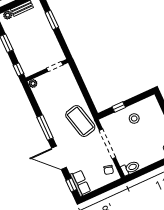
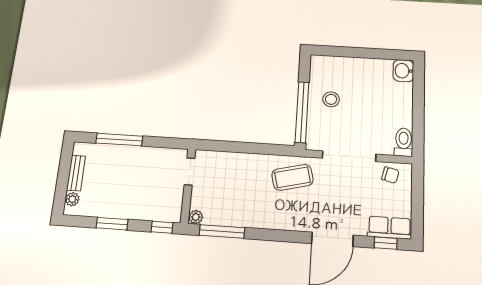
window: (52, 20) -> (119, 140), width x1.44
window: (119, 107) -> (302, 112), width x3.17
coffee table: (80, 121) -> (292, 177), width x0.73, depth x0.76
window: (45, 128) -> (222, 231), moved

